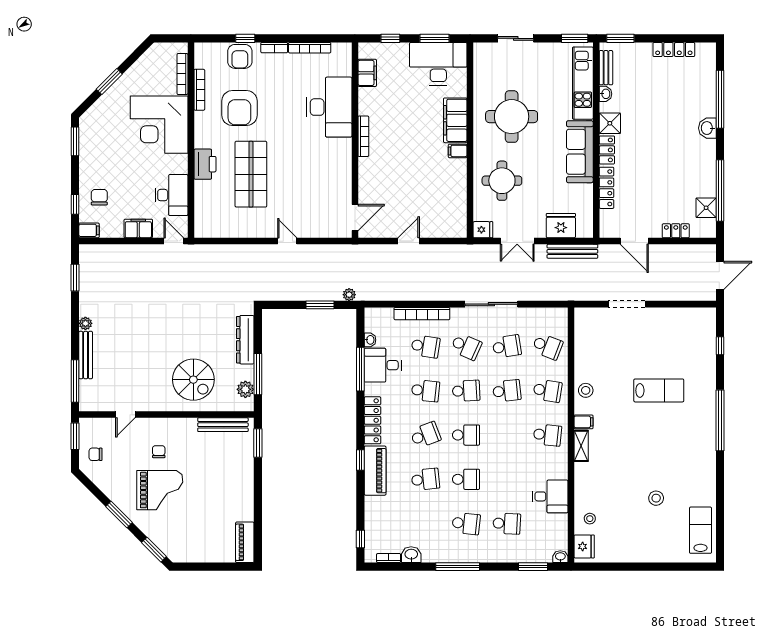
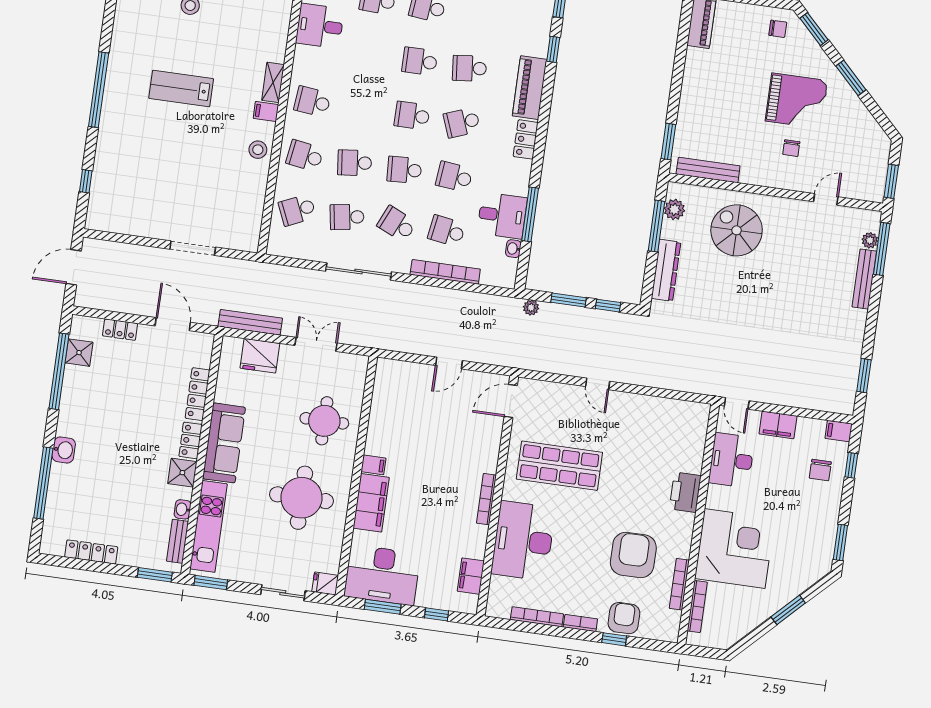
shop shelf: (251, 174) -> (559, 466), moved, turned 90
fridge: (483, 230) -> (325, 583), moved
window: (288, 305) -> (608, 306), added
plant: (85, 323) -> (870, 240), moved
school desk: (547, 346) -> (297, 210), turned -45
lab bench: (659, 390) -> (181, 88), moved
locker: (372, 420) -> (526, 139), width x0.66
chair: (96, 454) -> (778, 29), moved
window: (360, 460) -> (553, 49), moved
grand piano: (160, 490) -> (797, 101), turned 180

